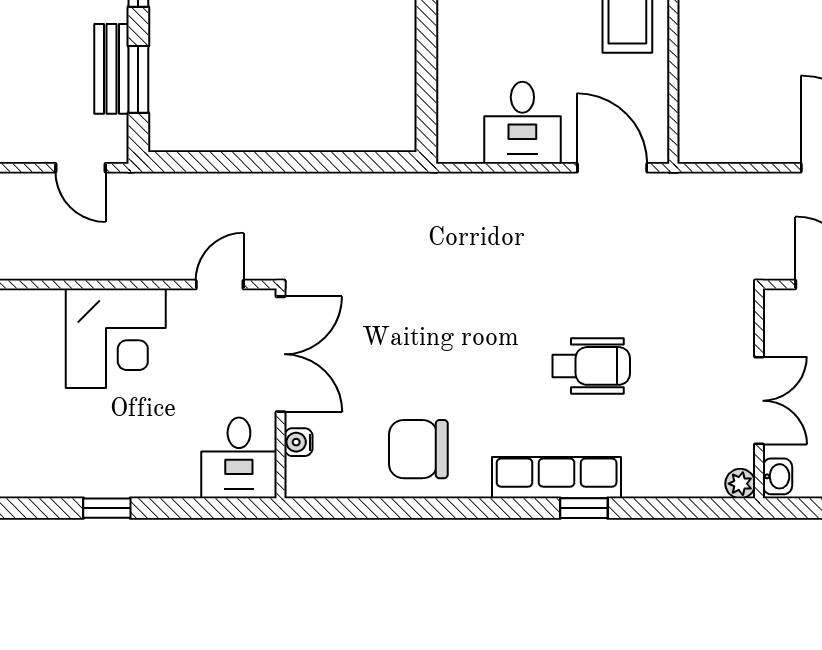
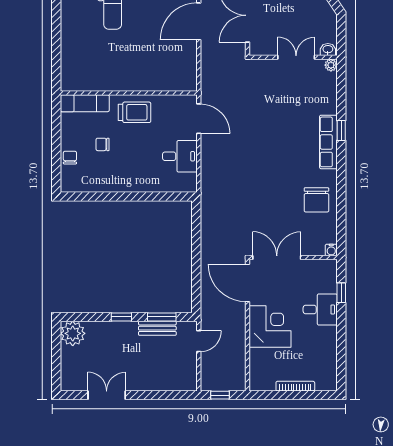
door: (612, 168) -> (199, 119), swing flipped
door: (220, 284) -> (248, 283), width x1.87
wheelchair: (591, 366) -> (282, 127), removed
water cooler: (298, 442) -> (331, 250), moved
desk: (239, 458) -> (320, 310), moved
window: (107, 508) -> (341, 293), moved

